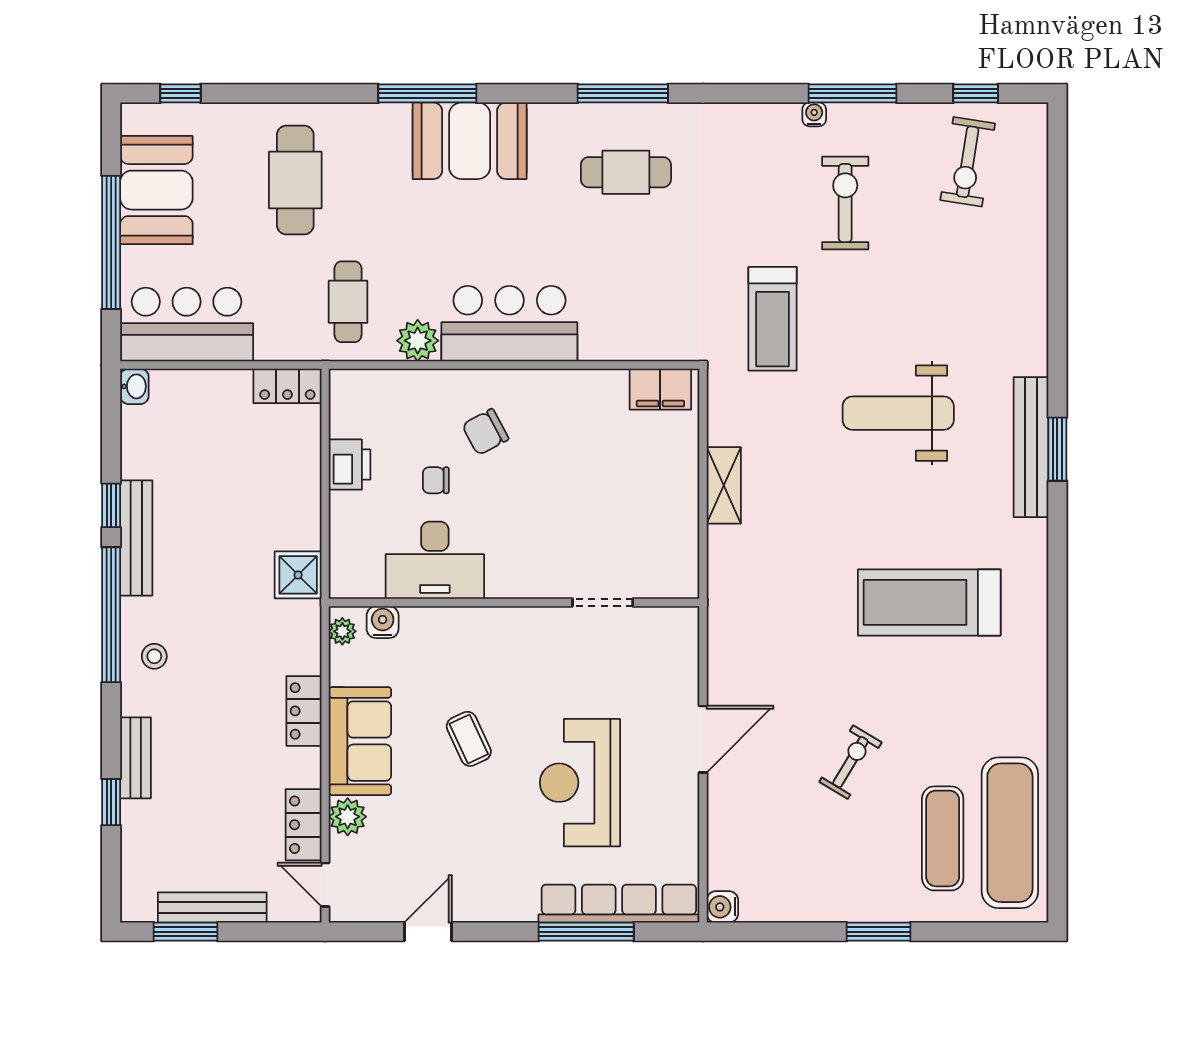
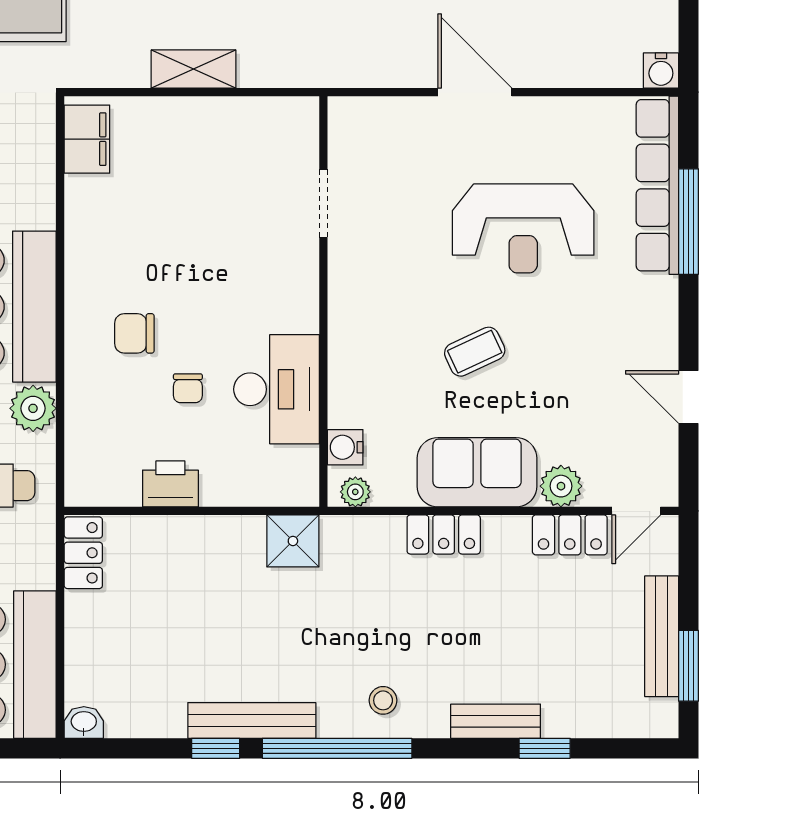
chair: (485, 432) -> (134, 333), turned 118

